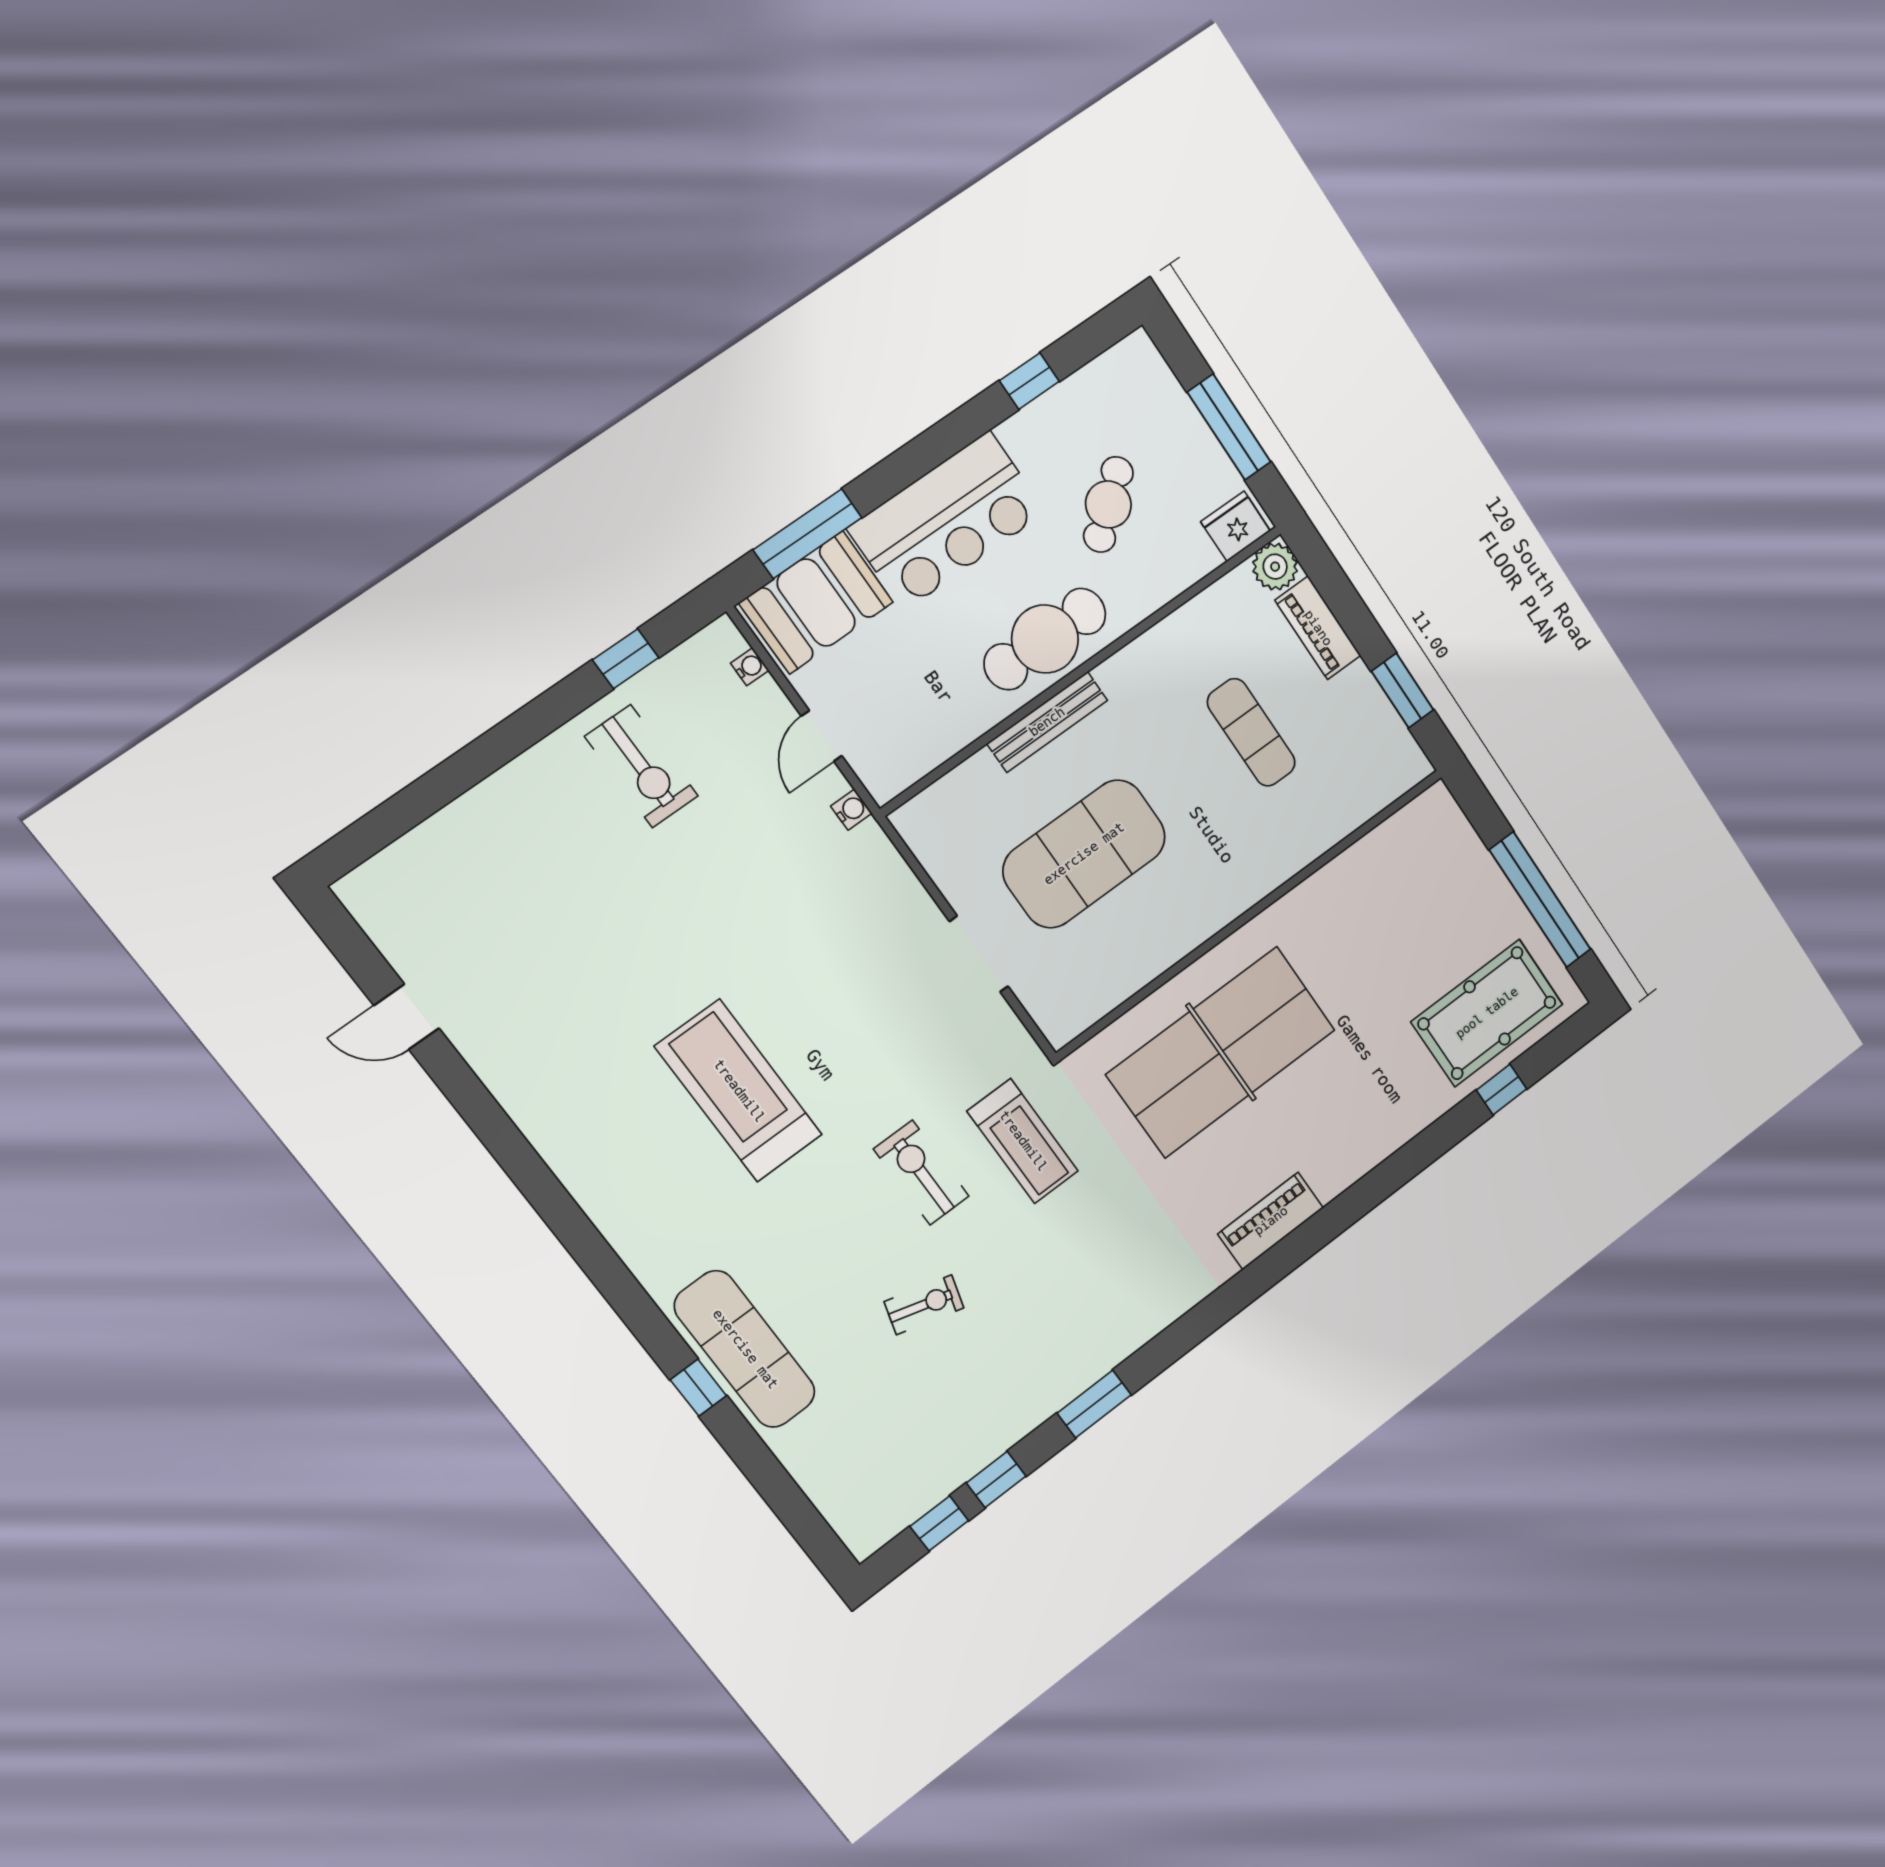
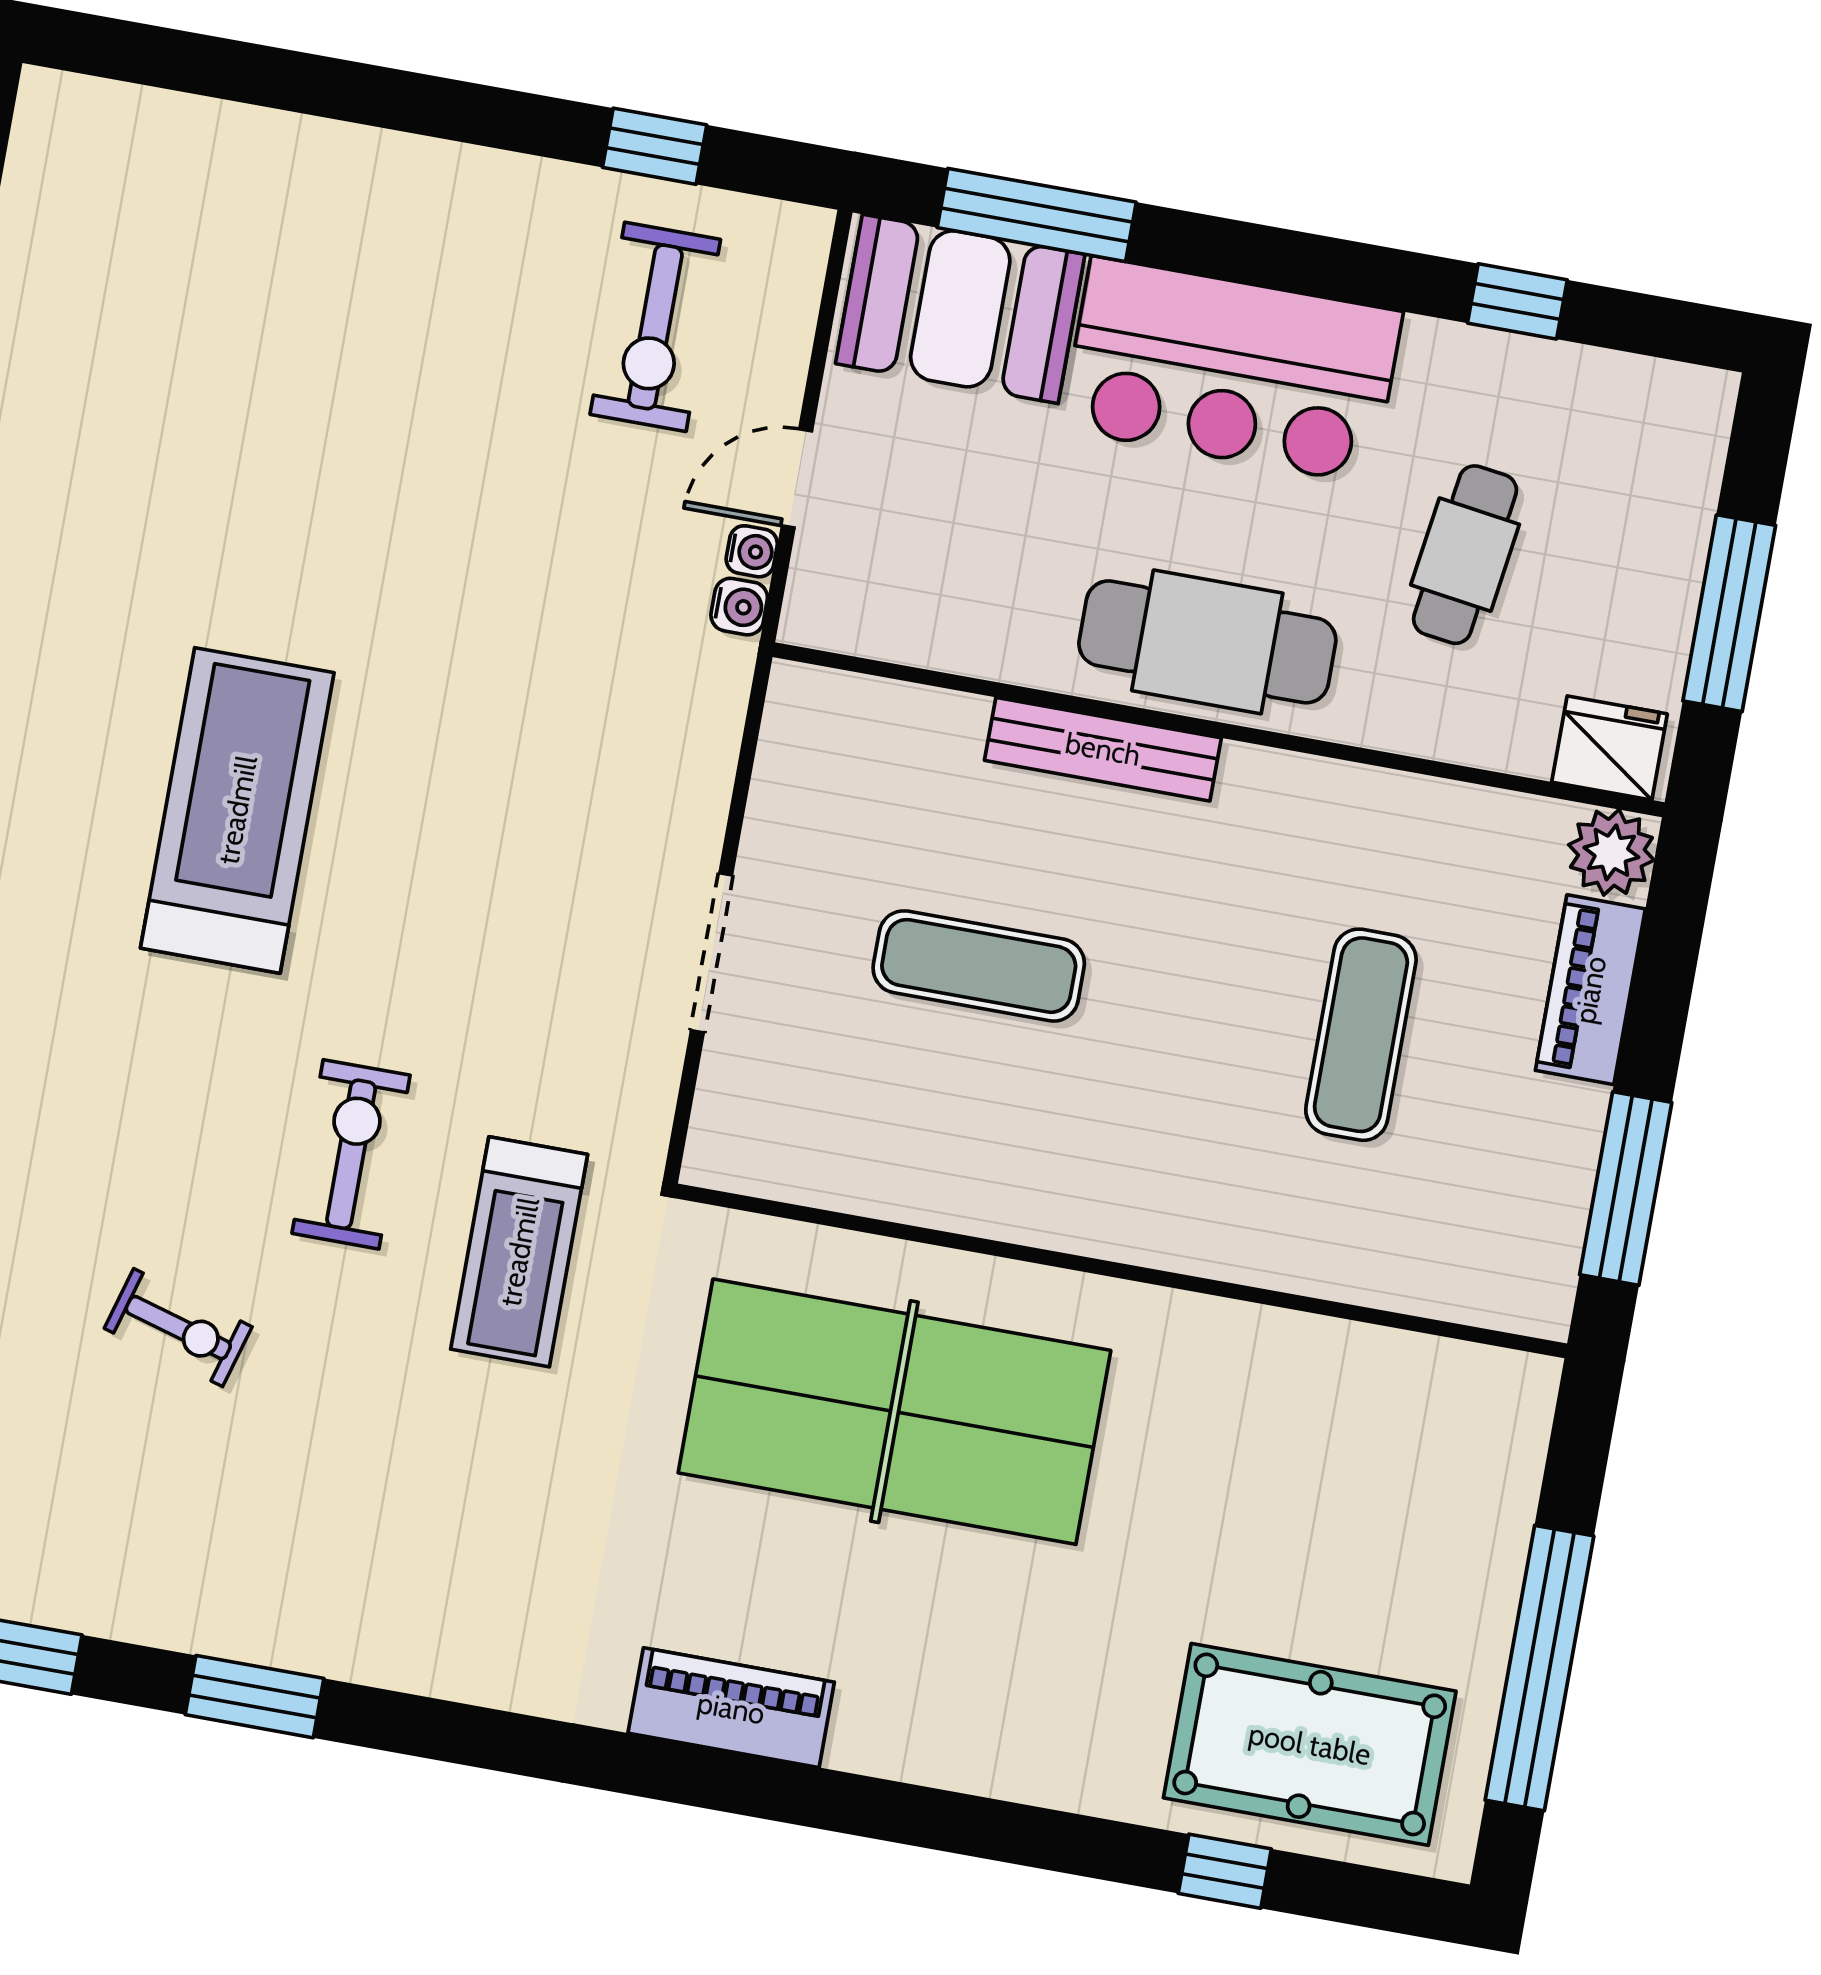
cafe table: (1108, 504) -> (1465, 555), turned -43
water cooler: (750, 667) -> (752, 551), moved
window: (1403, 690) -> (1626, 1189), width x1.44
exercise bike: (642, 766) -> (655, 327), moved
exercise mat: (1084, 854) -> (979, 966), width x0.50, depth x0.69

